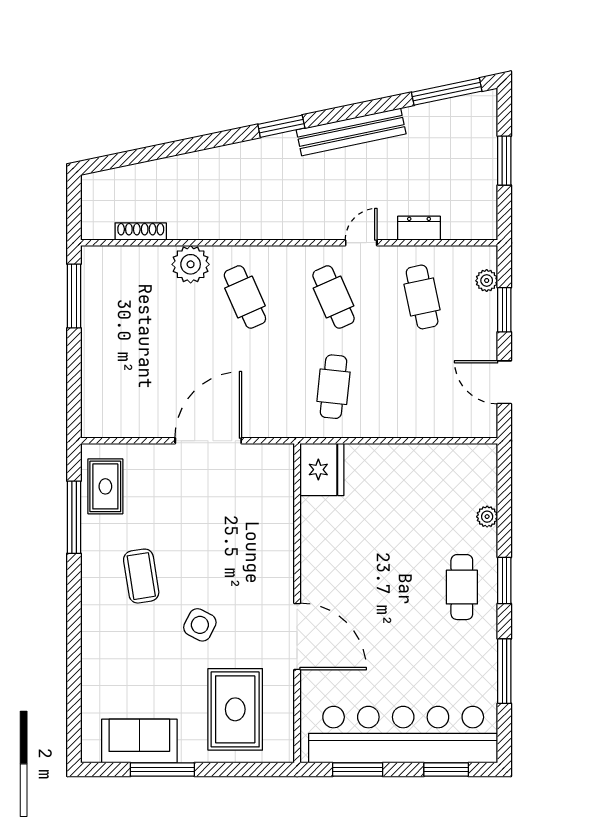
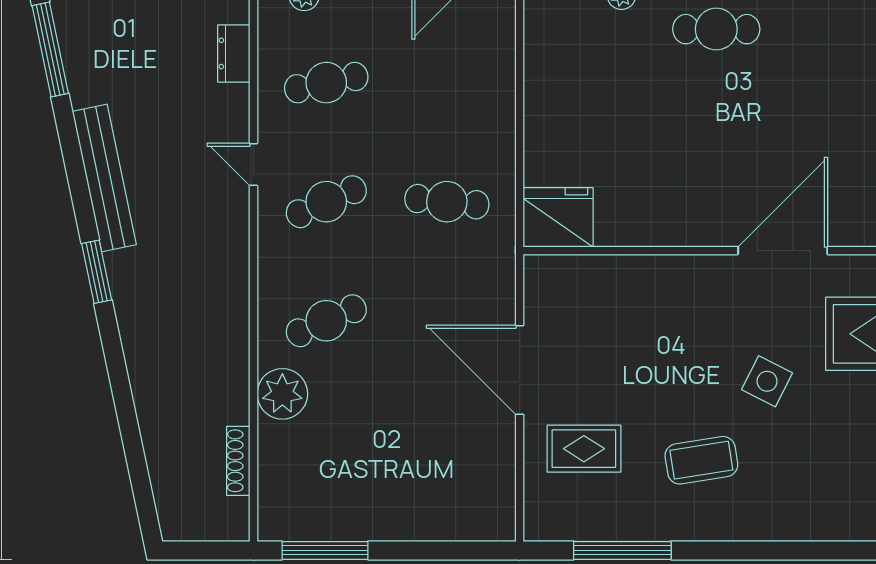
dresser: (419, 228) -> (234, 53), moved
rug: (105, 486) -> (584, 449), moved

